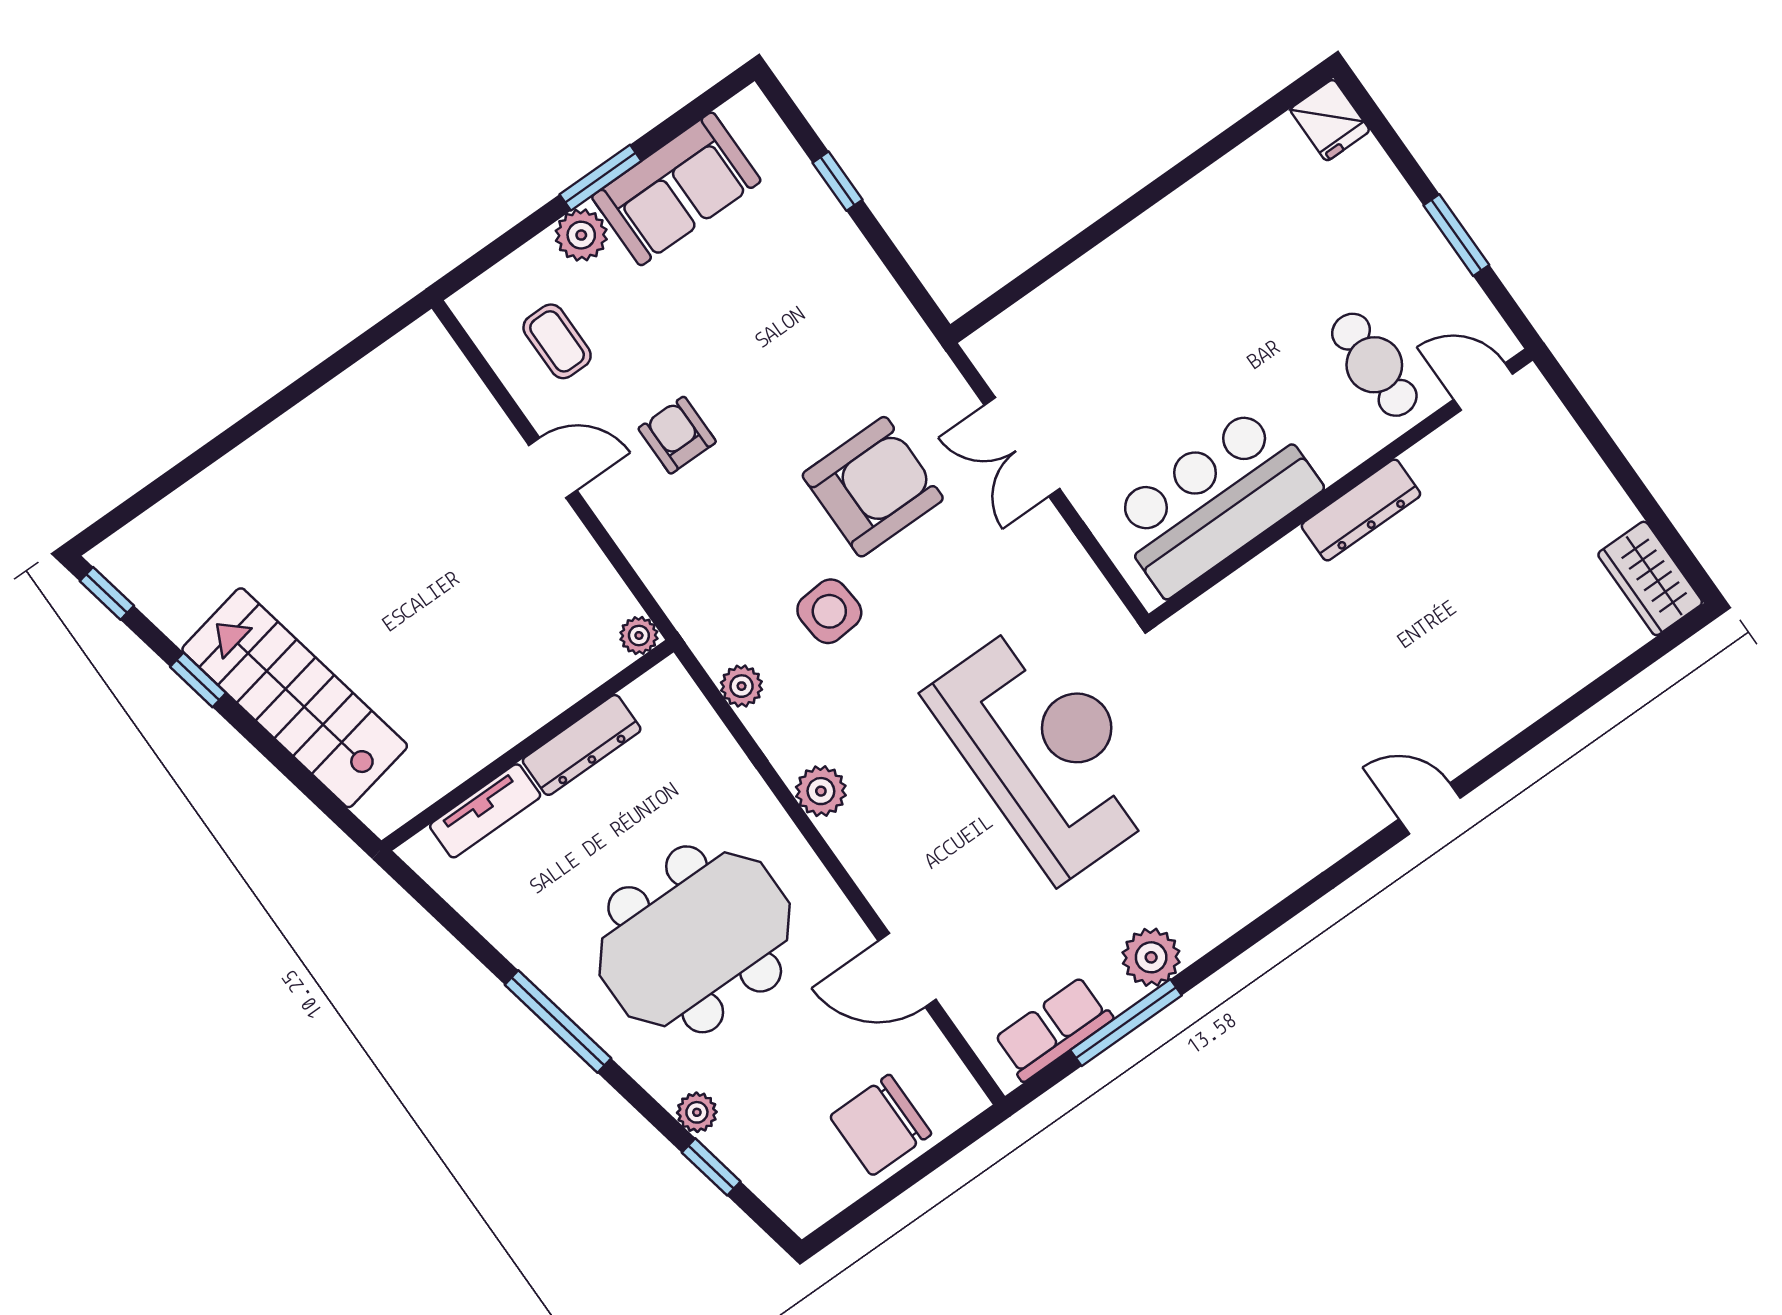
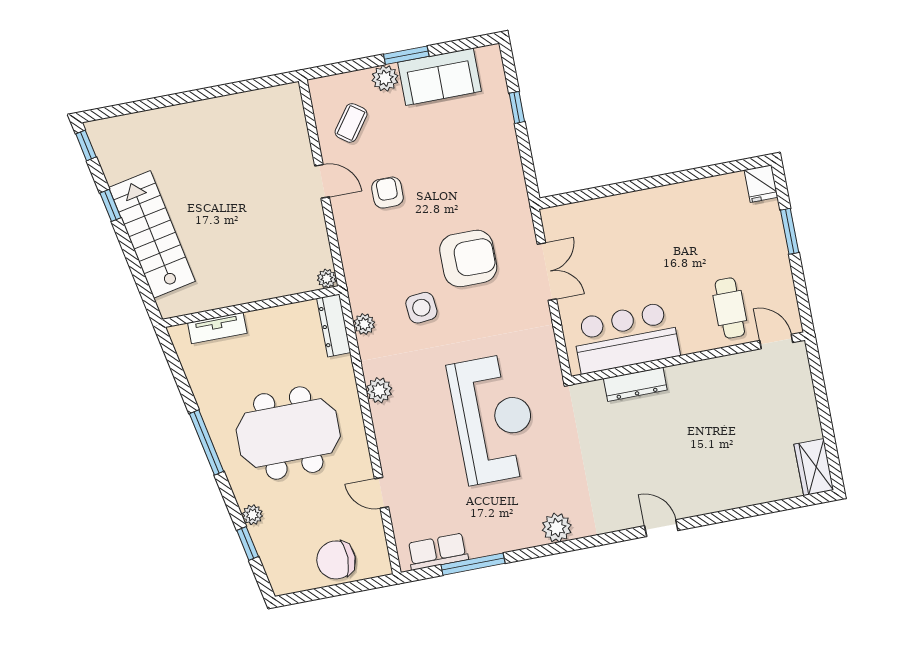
window: (1456, 235) -> (790, 231), moved
coffee table: (557, 341) -> (351, 123), turned 36
double door: (1022, 447) -> (547, 272), swing flipped
dresser: (1361, 510) -> (635, 384), moved
dresser: (582, 745) -> (334, 325), moved, turned 90
plant: (1151, 957) -> (557, 528), moved
door: (907, 970) -> (382, 493), width x0.73

